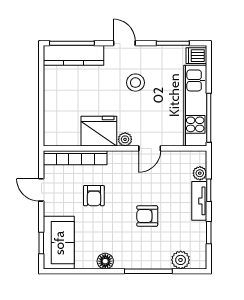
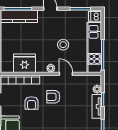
stool: (135, 83) -> (63, 45), moved
fridge: (99, 131) -> (25, 63), moved
door: (150, 148) -> (66, 74), swing flipped
armchair: (147, 216) -> (53, 97), moved

